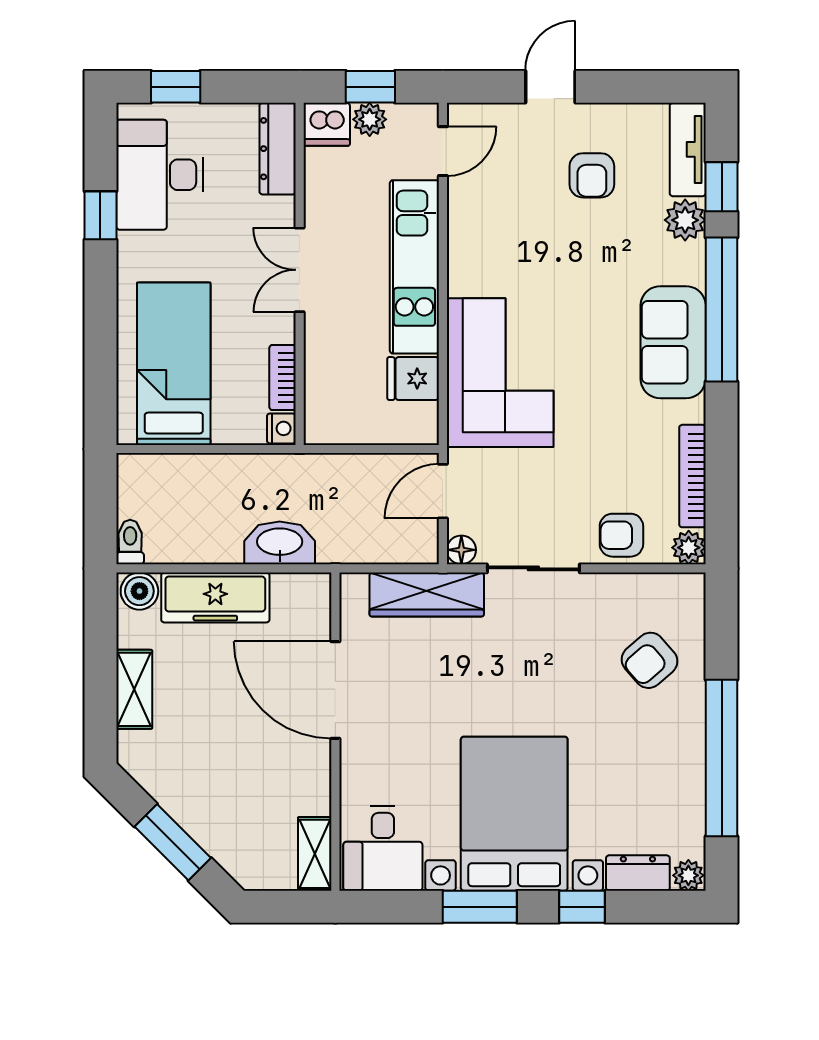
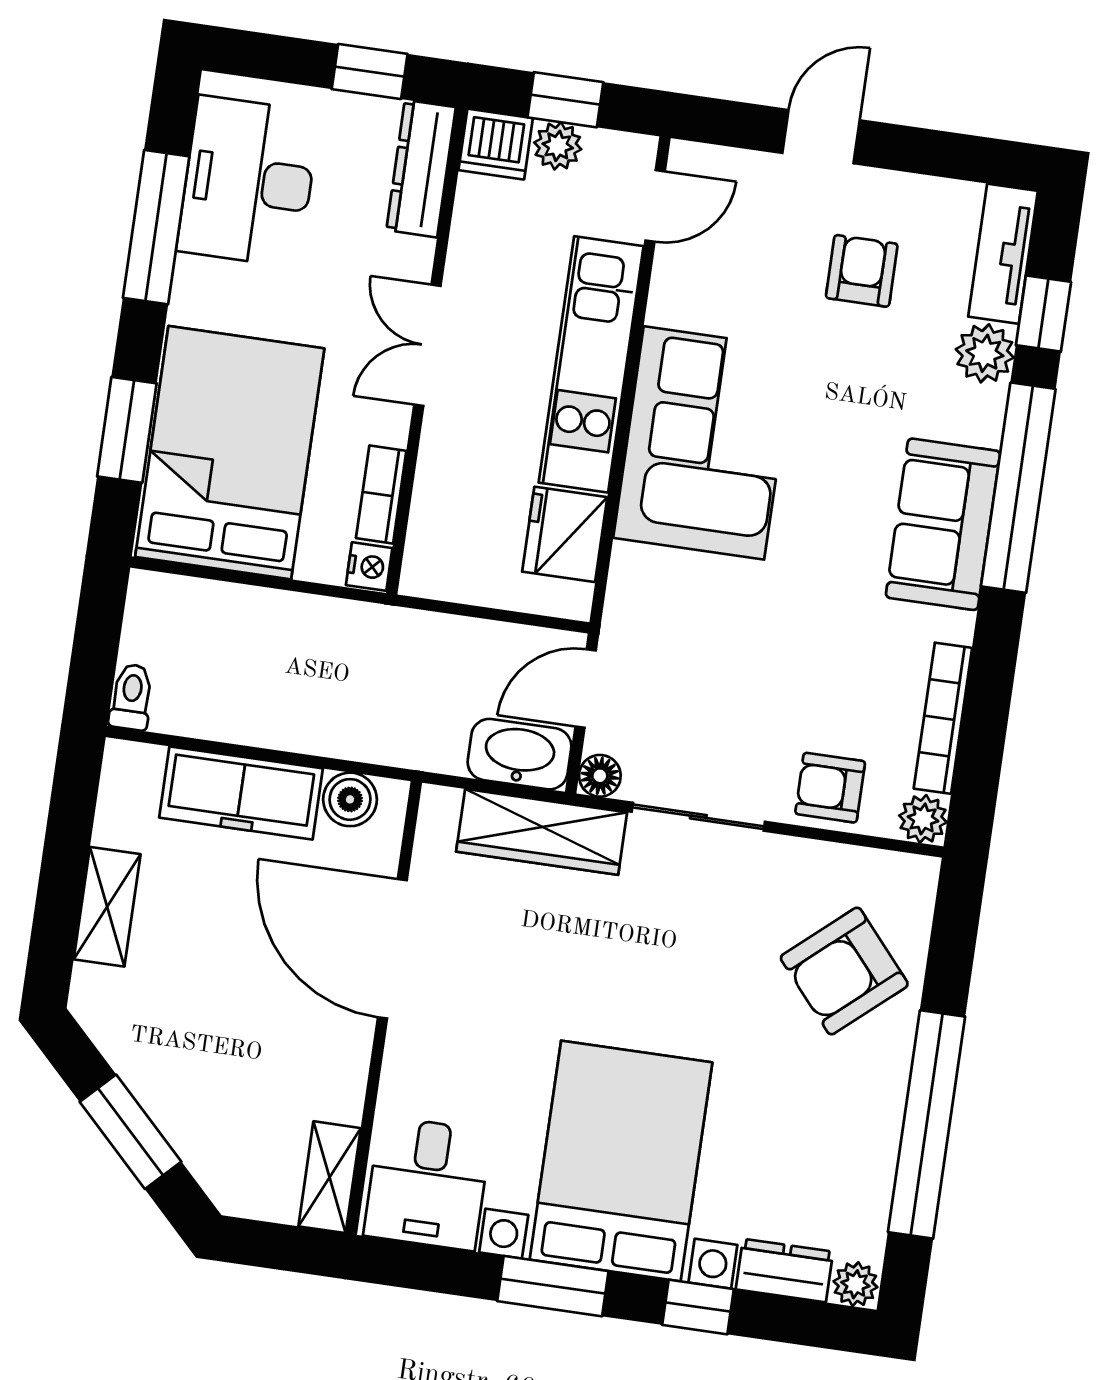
window: (176, 87) -> (370, 72), moved
armchair: (592, 175) -> (862, 271), turned 180
window: (100, 215) -> (156, 227), width x2.17
window: (100, 358) -> (127, 430), added
bed: (174, 364) -> (230, 453), width x1.50
corner sofa: (500, 373) -> (704, 443), moved
fridge: (413, 379) -> (565, 534), width x1.38
washbasin: (280, 543) -> (519, 754), moved
boiler: (139, 591) -> (350, 799), moved
armchair: (649, 660) -> (844, 971), width x1.38, depth x1.38

